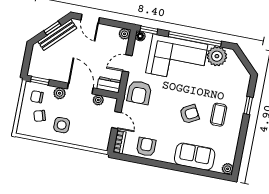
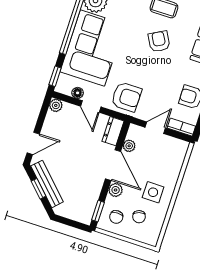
floor lamp: (140, 36) -> (78, 93), moved
door: (80, 88) -> (113, 165), swing flipped

